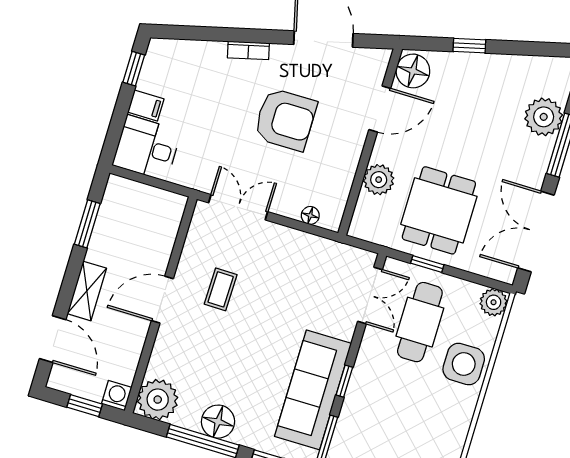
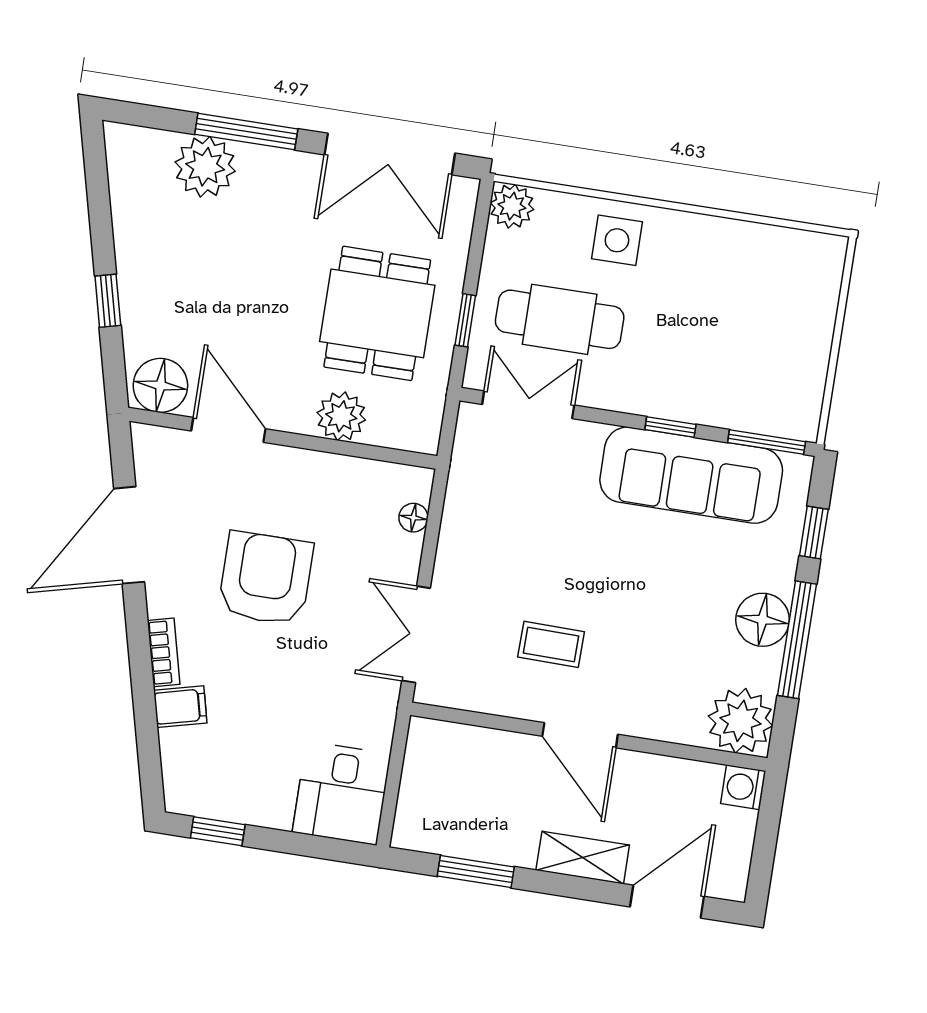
filing cabinet: (146, 106) -> (180, 707), moved, turned 76
dining table: (439, 210) -> (377, 313), turned 90
side table: (464, 364) -> (617, 240), width x0.73, depth x0.73
window: (85, 406) -> (766, 836), removed

